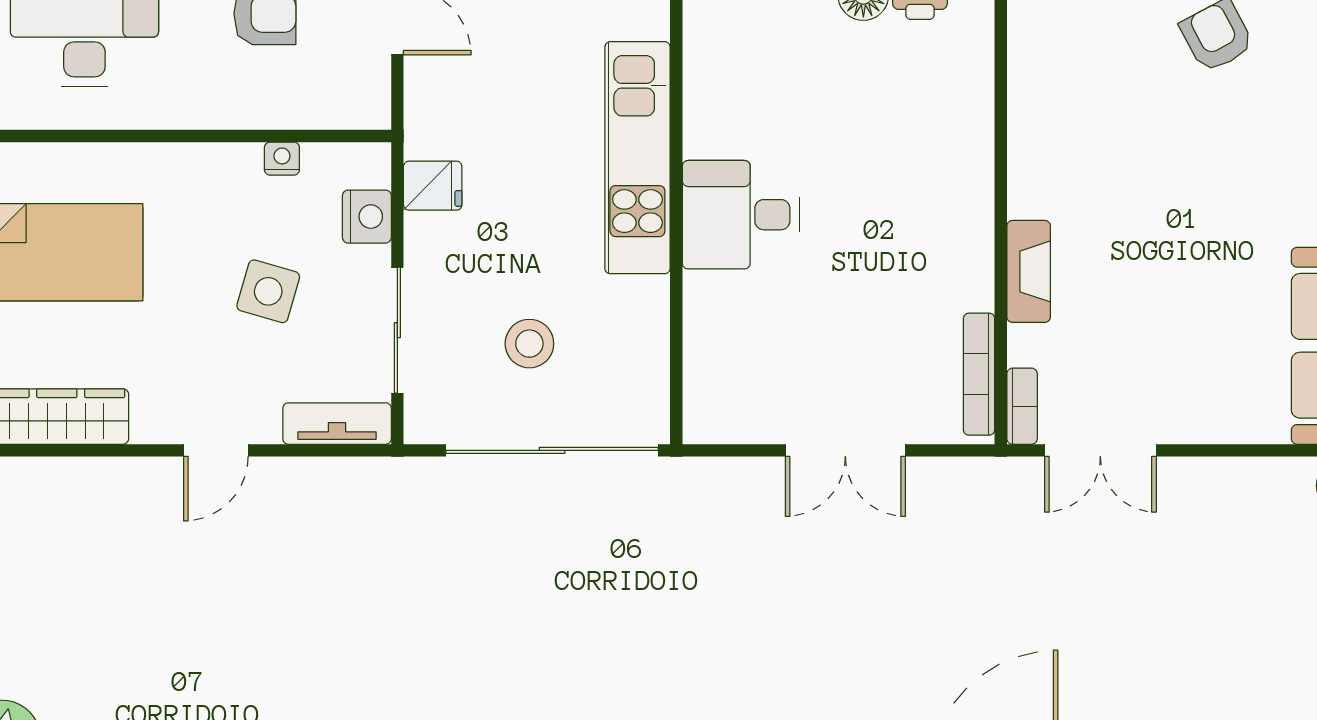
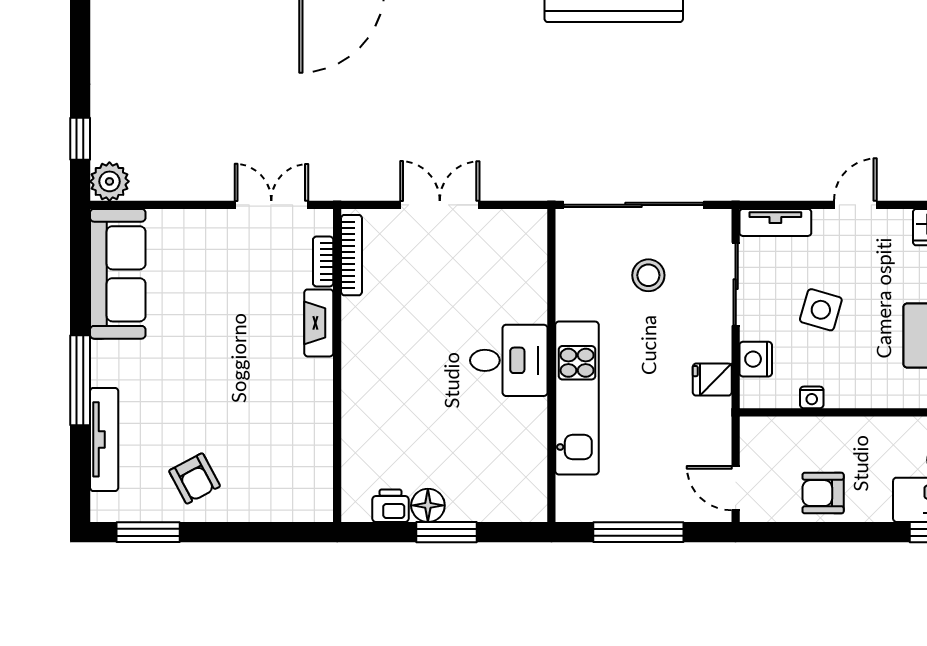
bookcase: (1022, 406) -> (323, 261), moved

